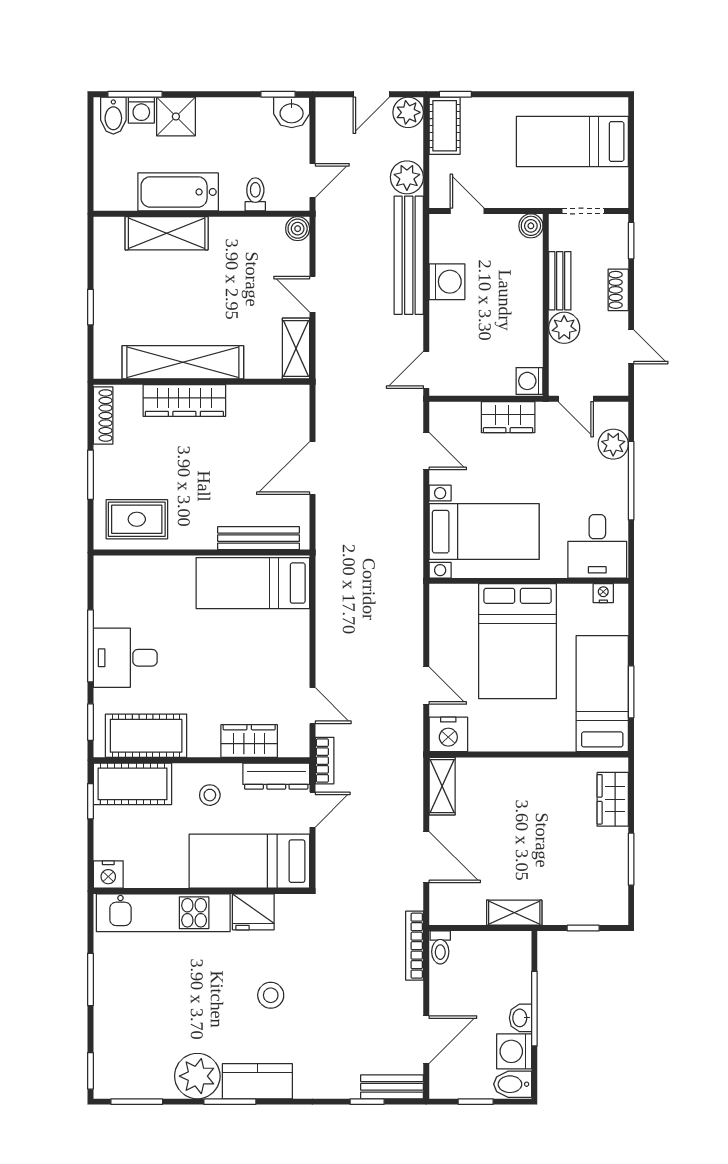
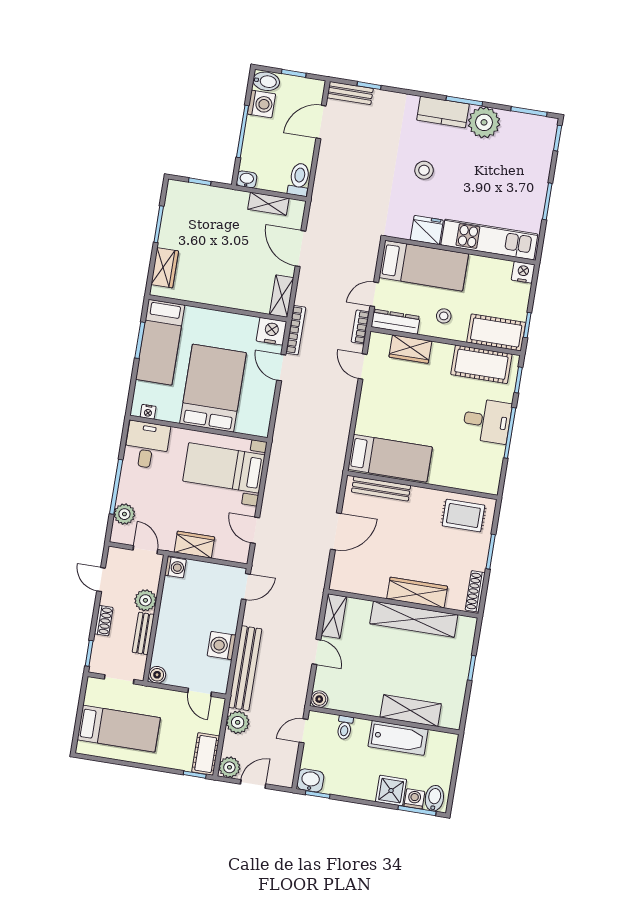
shelving: (514, 913) -> (268, 204), moved
bookcase: (415, 946) -> (296, 330), moved
toilet: (440, 947) -> (299, 179), width x1.37, depth x1.39
washbasin: (520, 1018) -> (247, 179), moved, turned -90

